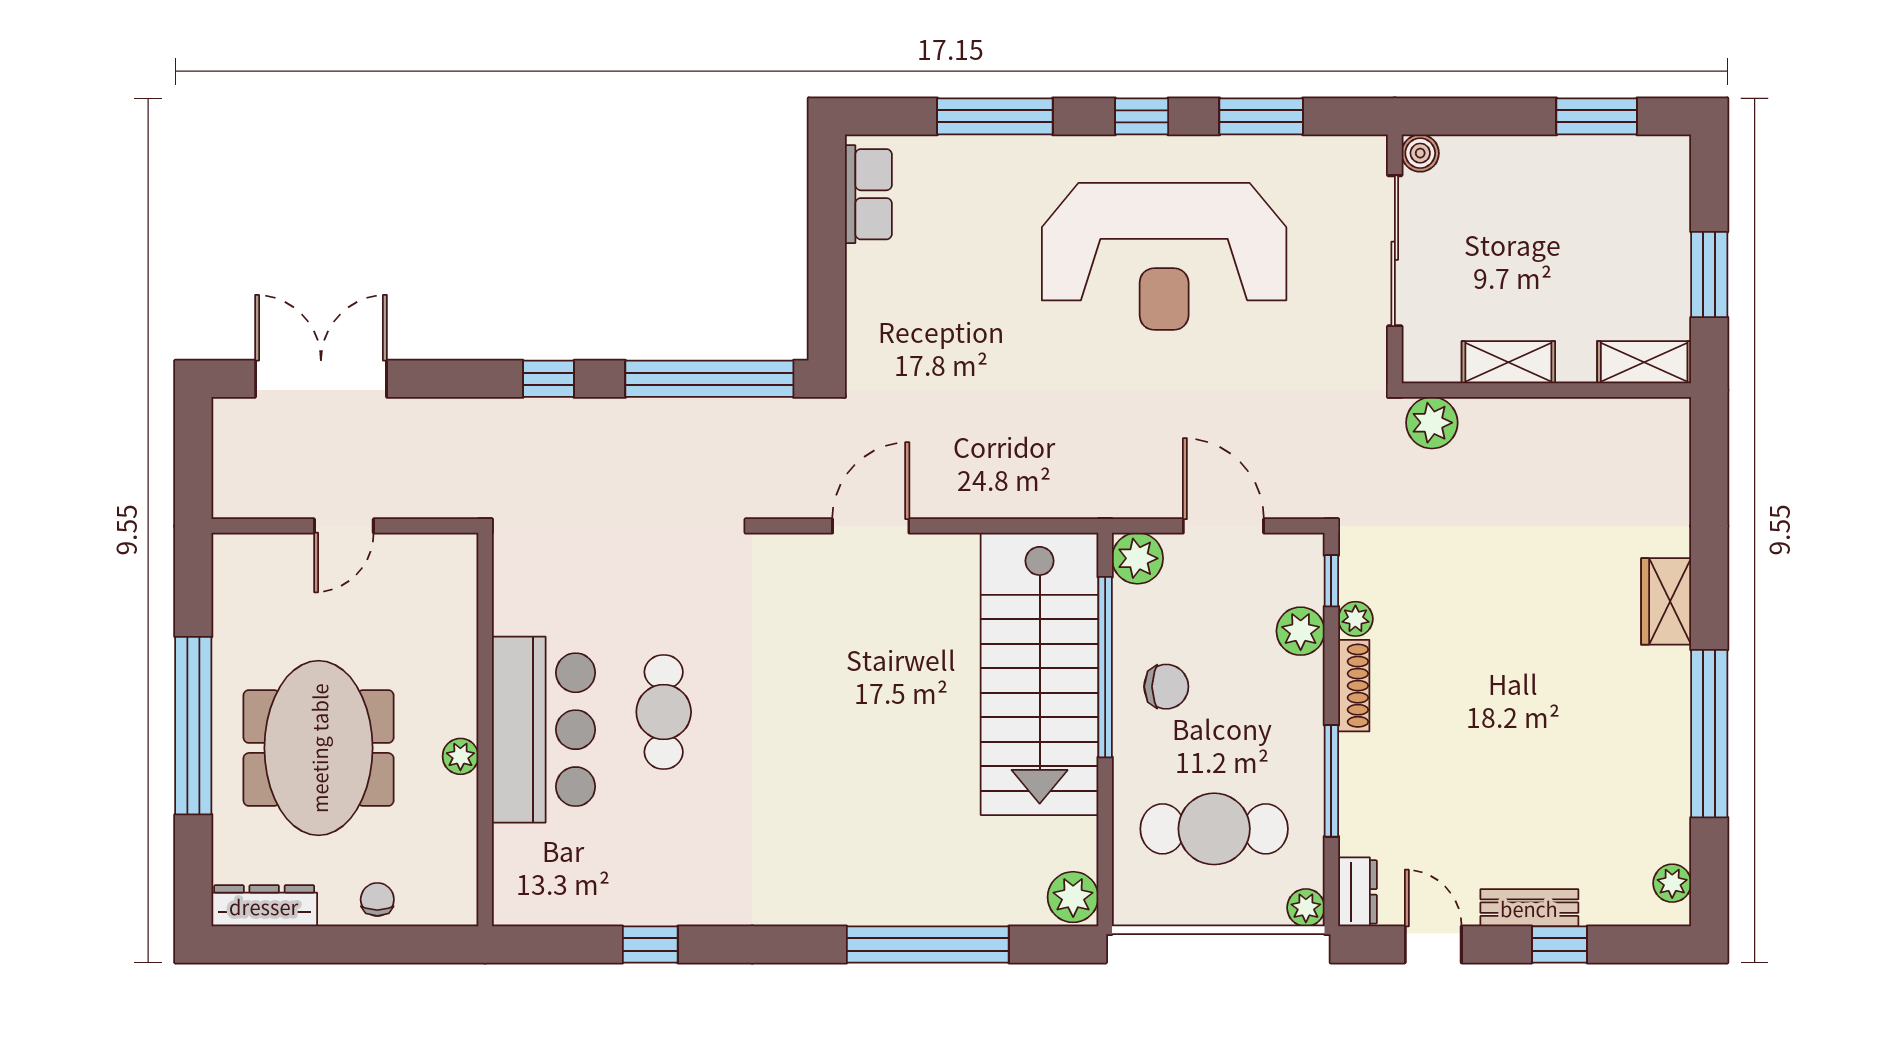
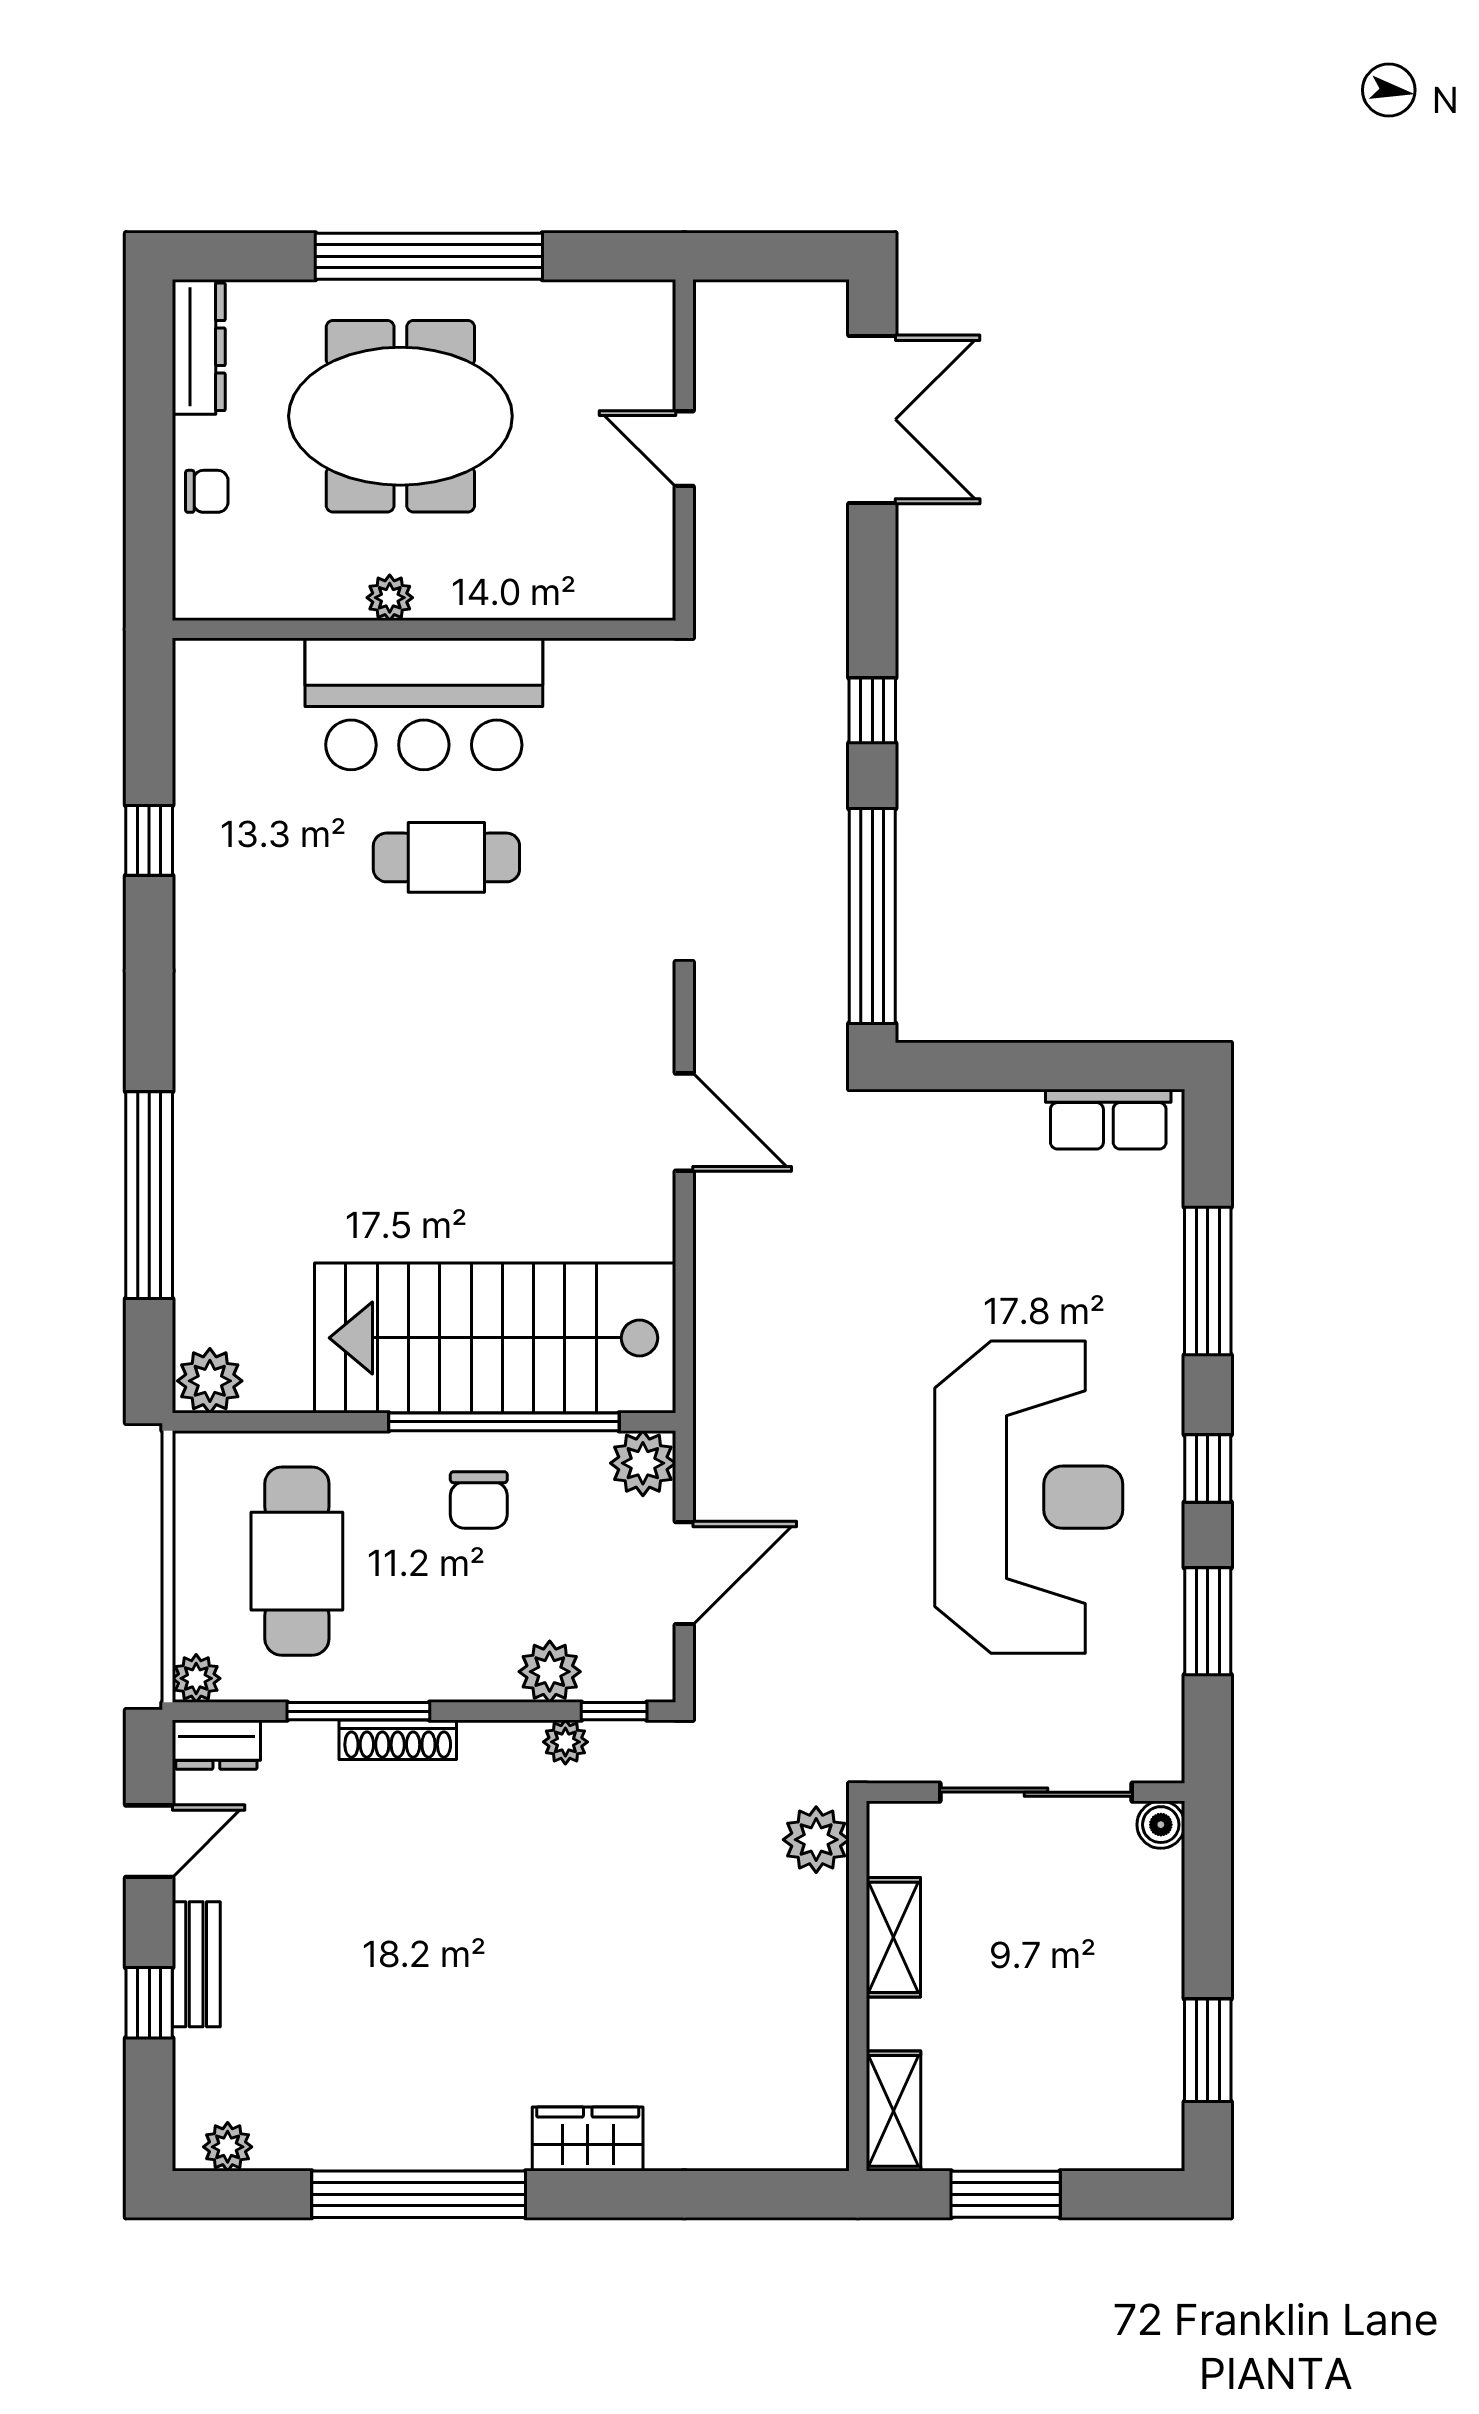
reception desk: (1164, 256) -> (1029, 1497), turned 180
shoe rack: (1354, 686) -> (398, 1740), moved

